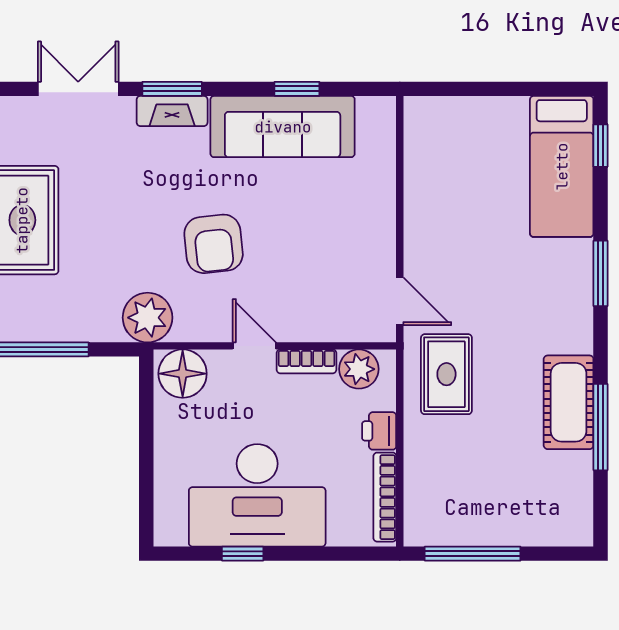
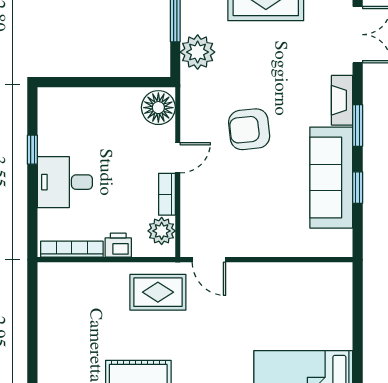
window: (172, 89) -> (358, 125), moved
door: (400, 301) -> (209, 260), hinge flipped
plant: (148, 318) -> (198, 52), moved
desk: (257, 495) -> (65, 182), width x0.53, depth x0.77
window: (473, 554) -> (32, 311), removed

